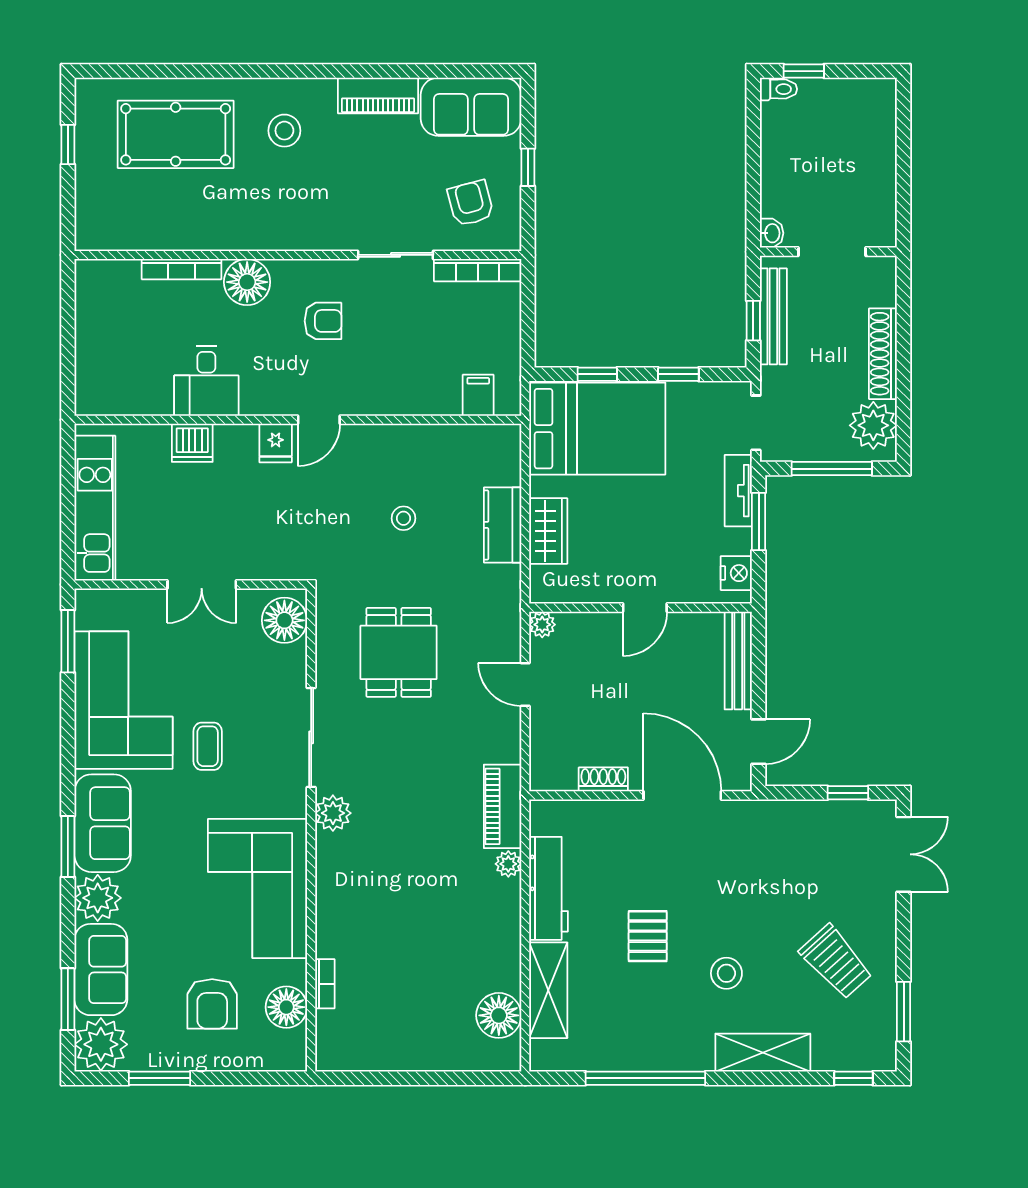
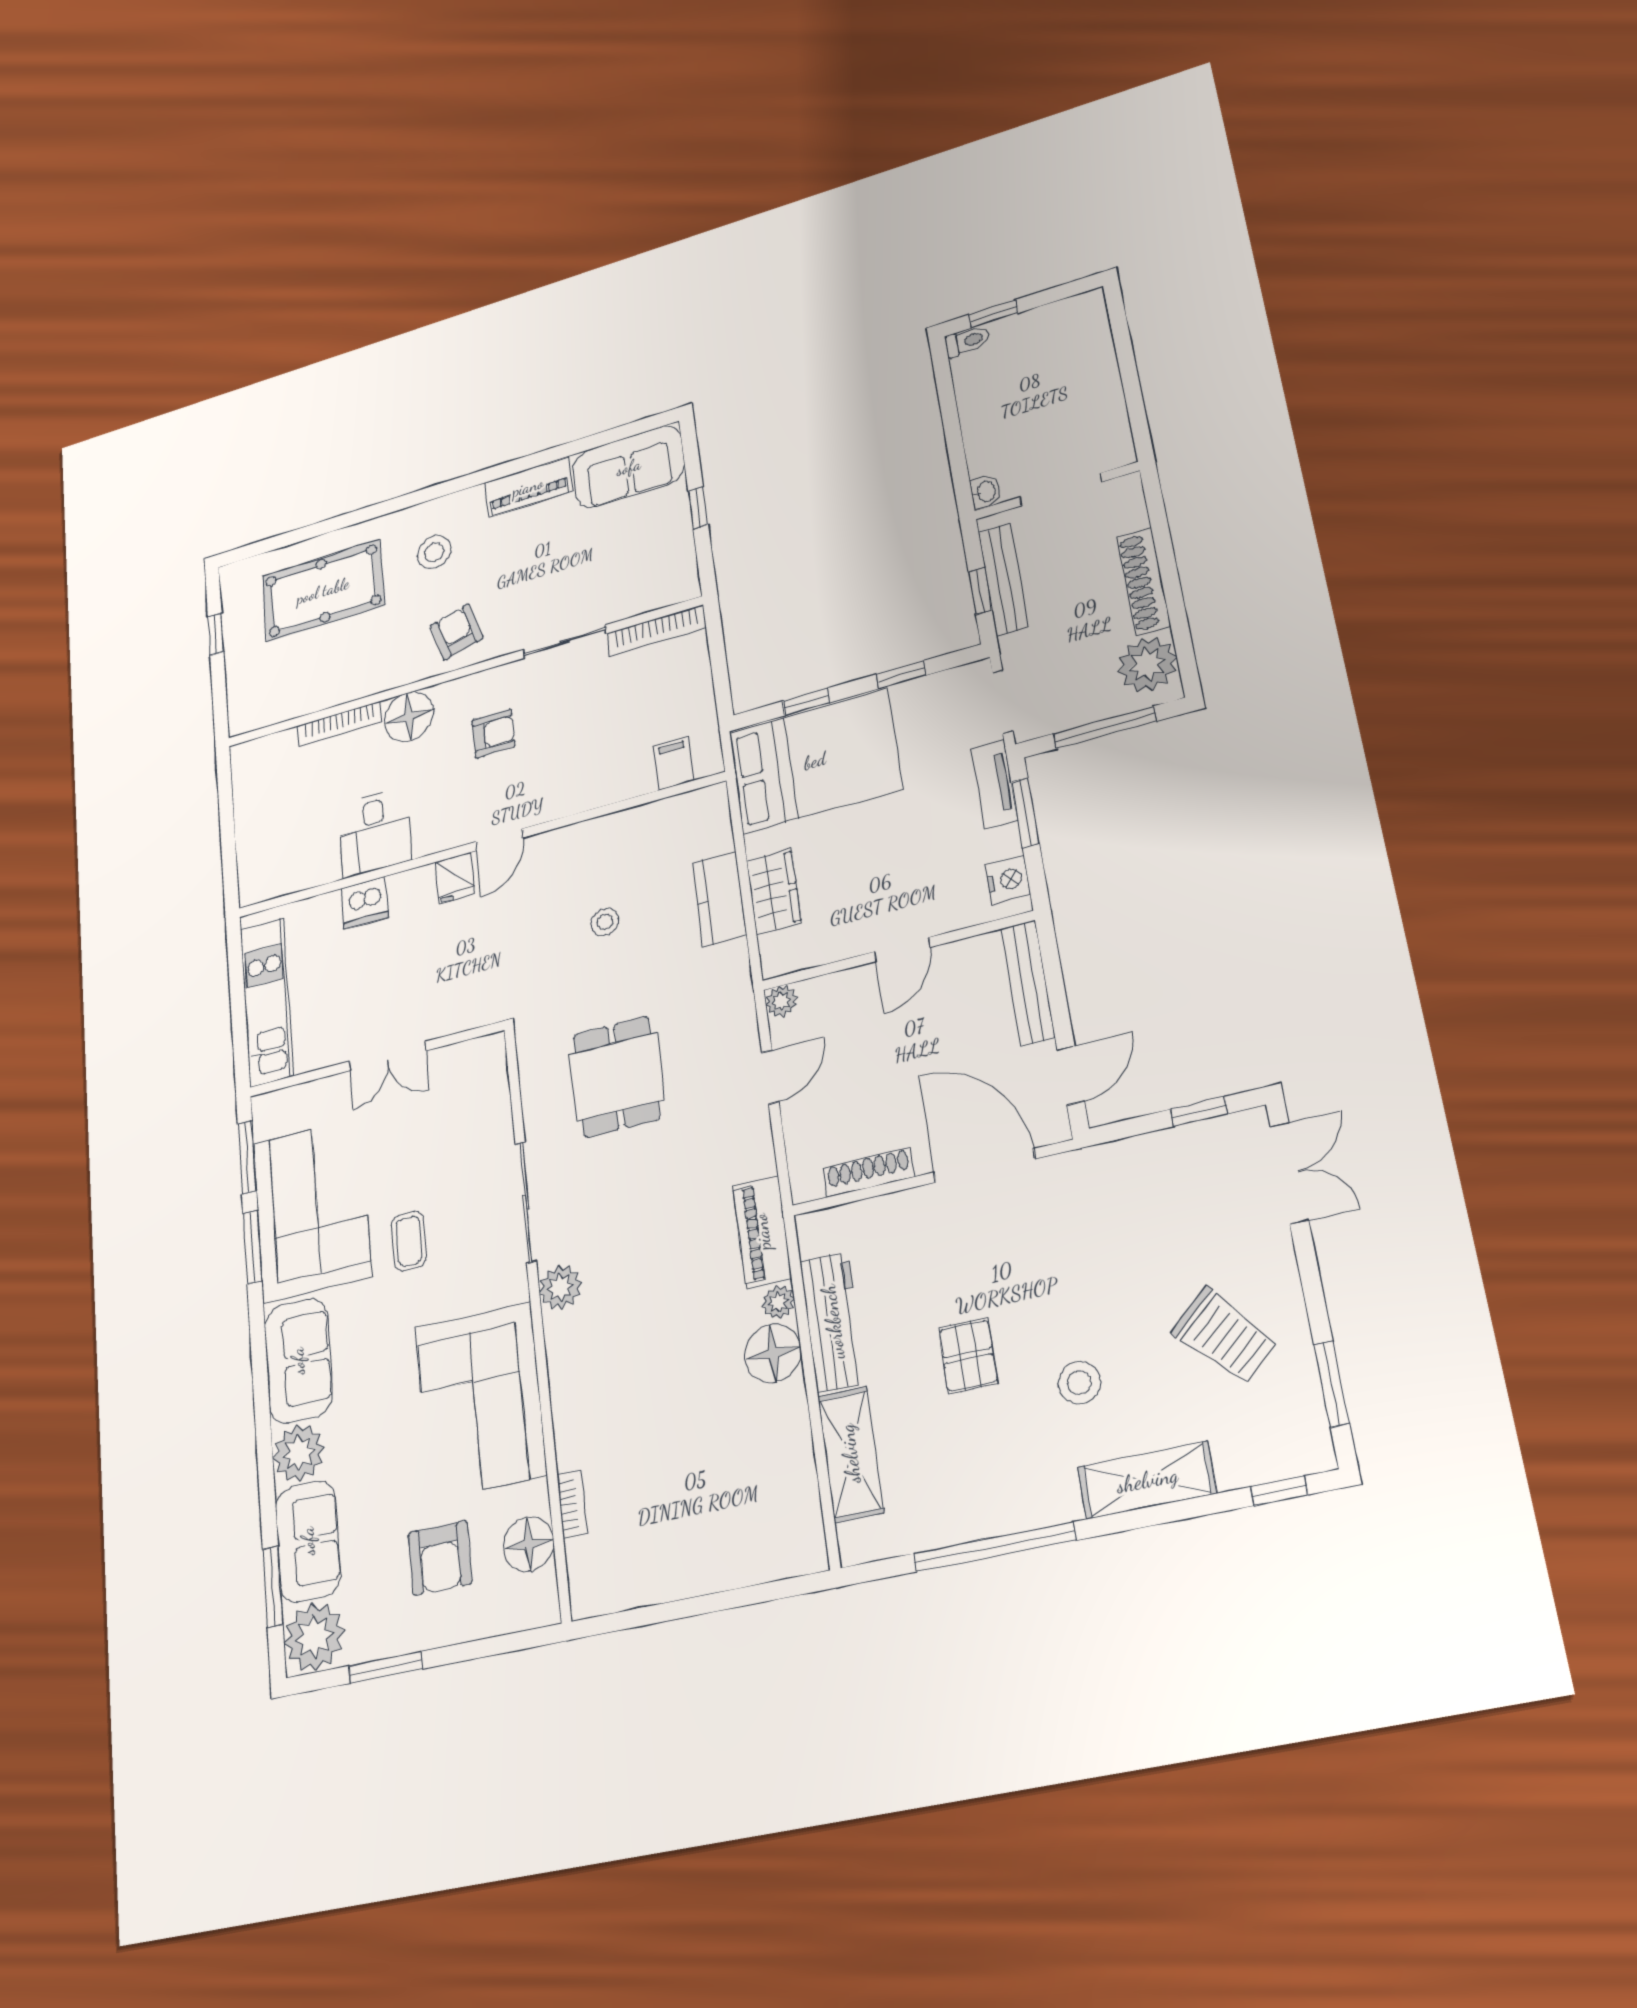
armchair: (471, 203) -> (456, 632), moved
floor lamp: (284, 620) -> (483, 1073), removed
door: (525, 684) -> (770, 1077), swing flipped
shoe rack: (603, 779) -> (869, 1172), width x1.43
window: (68, 847) -> (252, 1247), moved
floor lamp: (499, 1015) -> (773, 1353), moved

